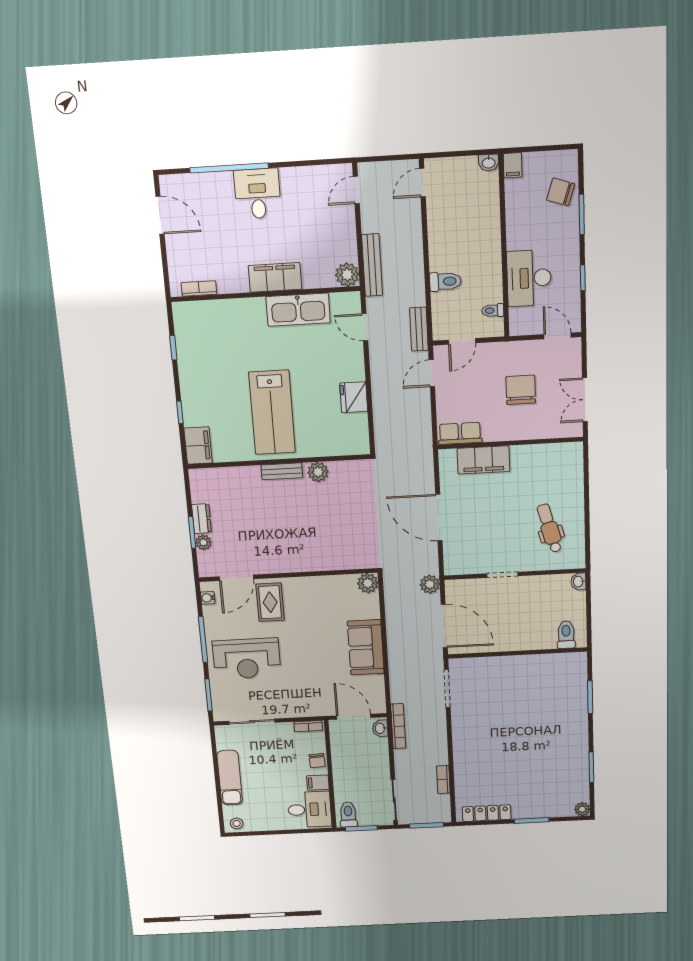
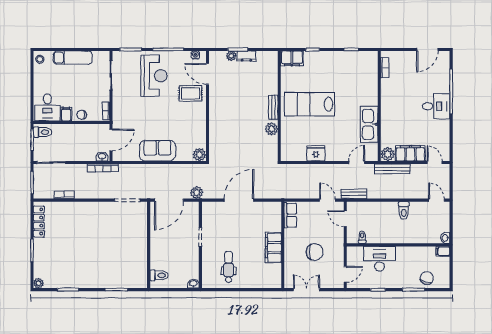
filing cabinet: (275, 277) -> (410, 153), moved, turned -90
toilet: (445, 281) -> (404, 211), moved
filing cabinet: (483, 460) -> (273, 248), moved
dental chair: (550, 528) -> (229, 267), turned -75
reception desk: (247, 659) -> (154, 76), turned 180

